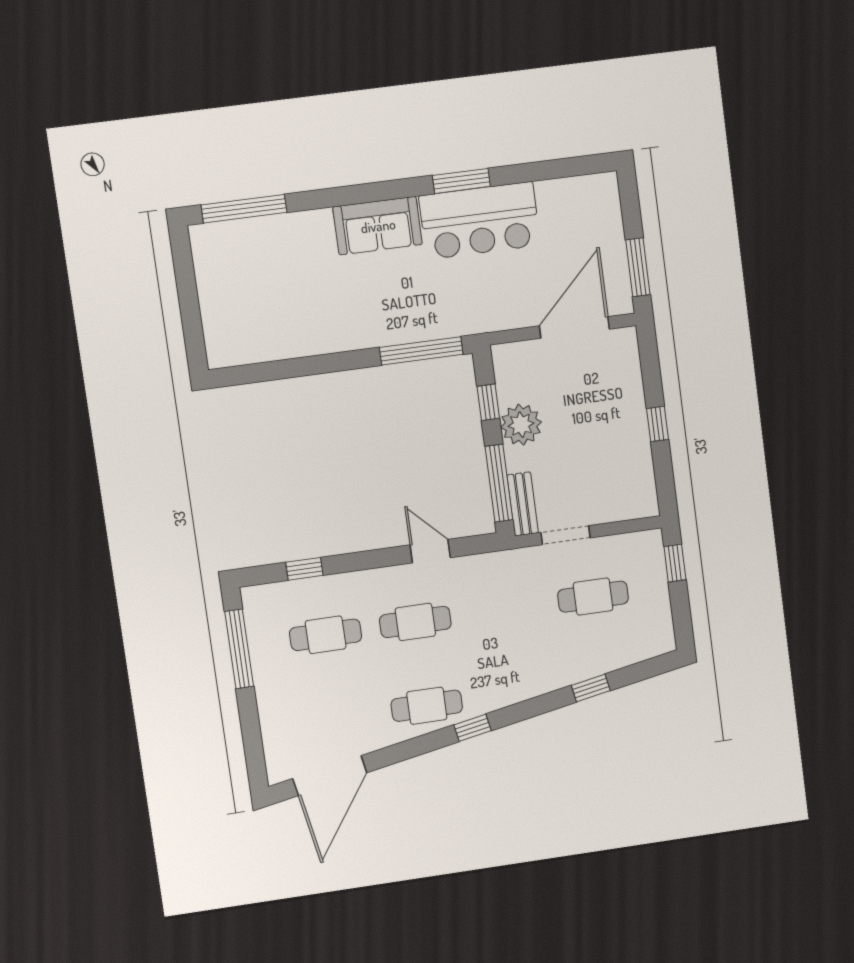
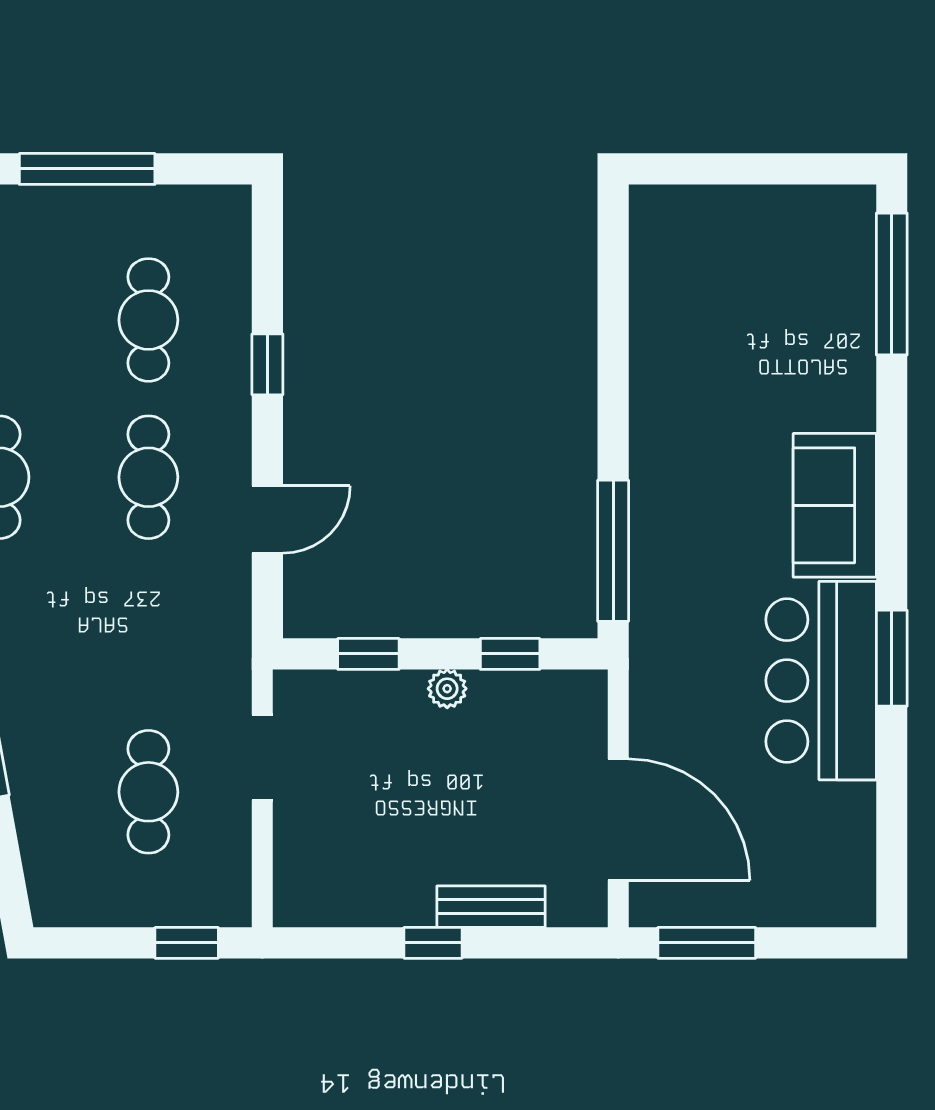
plant: (521, 425) -> (447, 689), width x0.53, depth x0.53
window: (499, 483) -> (368, 654), width x0.46
bench: (523, 504) -> (491, 907), moved
window: (304, 569) -> (267, 364), moved
window: (239, 649) -> (87, 169), moved

